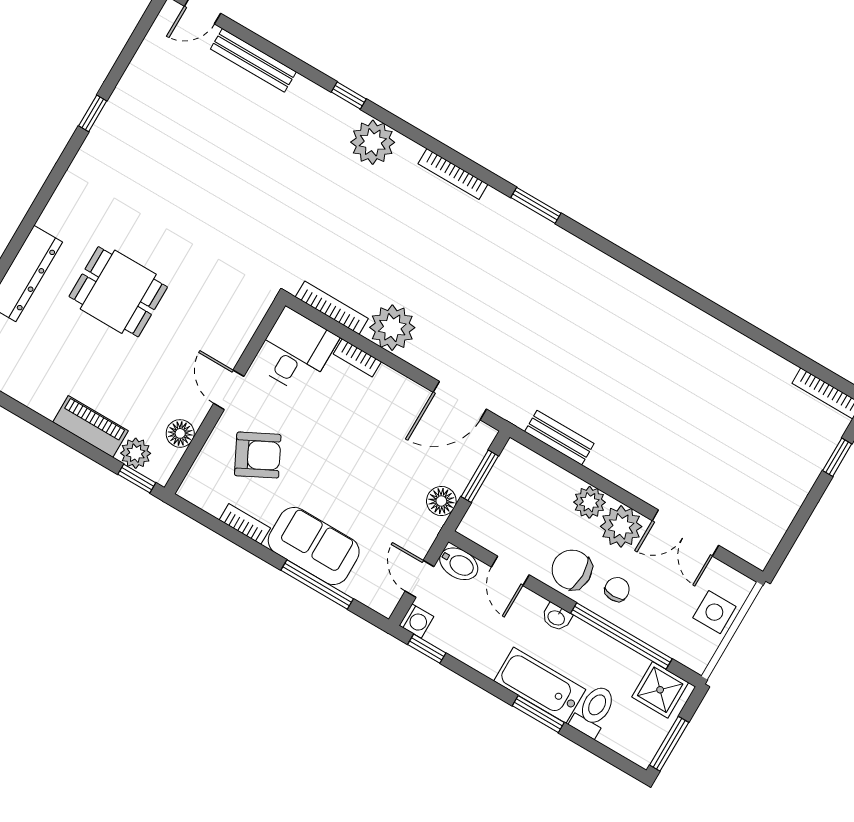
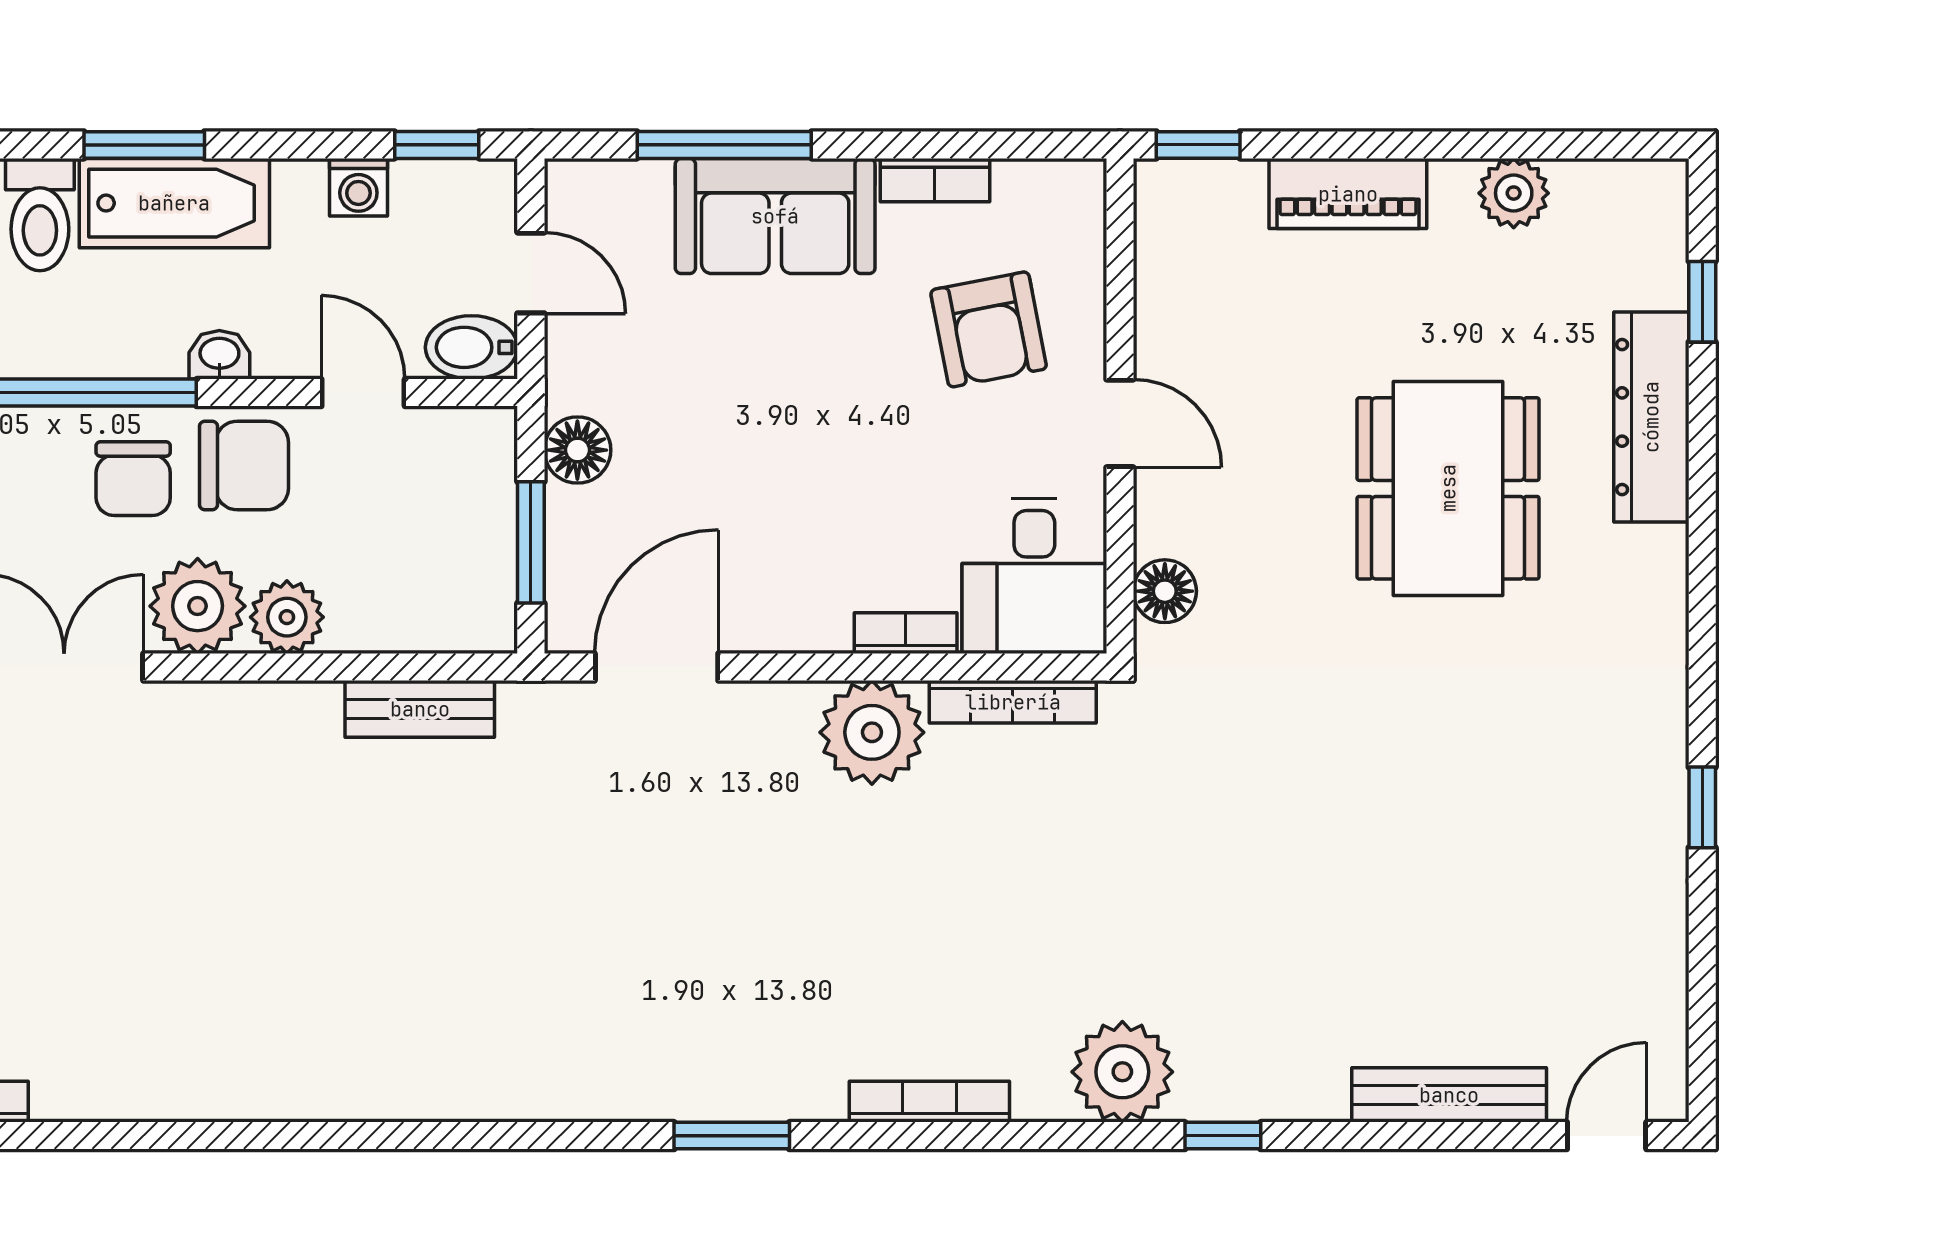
dining table: (118, 292) -> (1448, 488), width x1.37
floor lamp: (180, 433) -> (1165, 591), moved
plant: (136, 453) -> (1514, 193), moved
armchair: (258, 455) -> (989, 329), turned -74
chair: (617, 589) -> (133, 479), width x1.37, depth x1.37
washing machine: (416, 621) -> (358, 187), moved, turned -90

